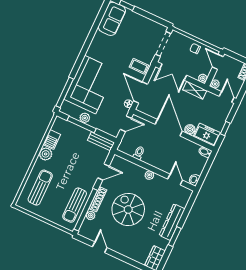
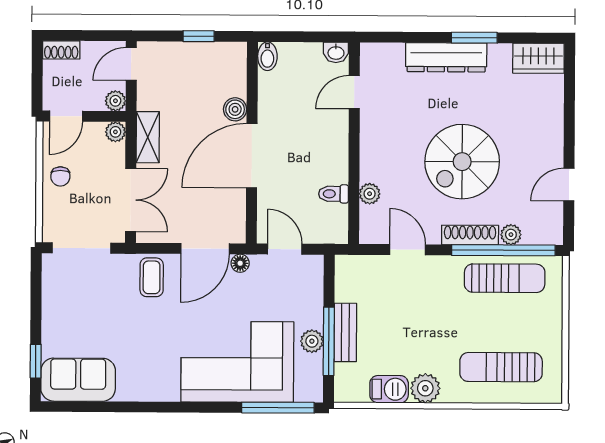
freezer: (207, 135) -> (229, 69), removed
bench: (101, 141) -> (345, 332), moved
plant: (149, 175) -> (370, 194), moved

